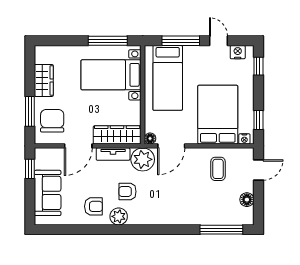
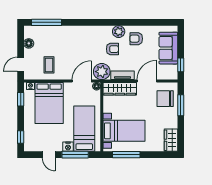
nightstand: (238, 52) -> (68, 147), moved
wardrobe: (44, 80) -> (171, 140), moved
chair: (52, 121) -> (165, 99), turned 90

